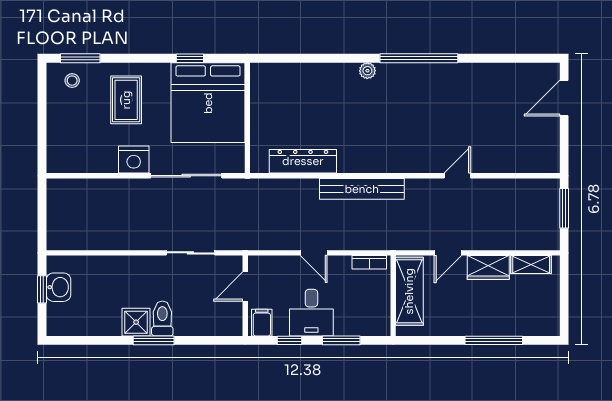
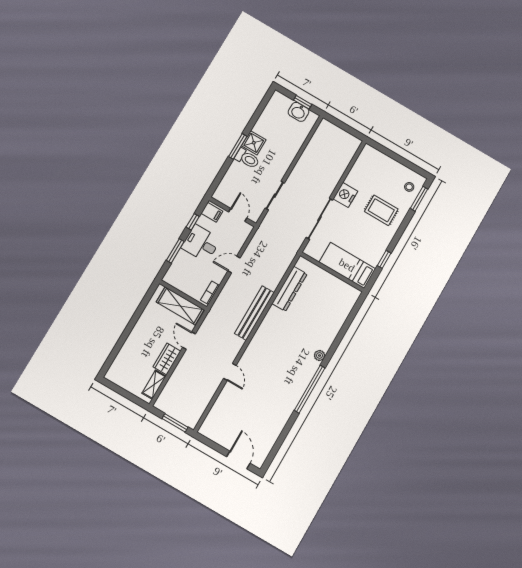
bed: (208, 103) -> (347, 265), width x0.49
window: (494, 340) -> (123, 338), removed

